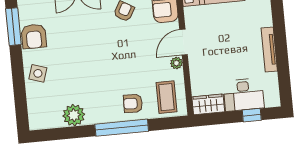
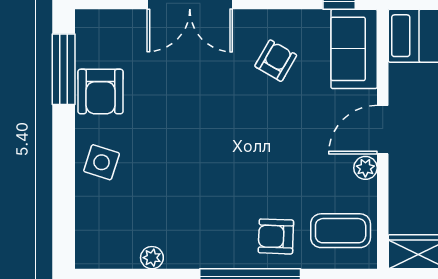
coffee table: (167, 97) -> (341, 231), turned 90
plant: (74, 115) -> (152, 258), width x0.53, depth x0.53

